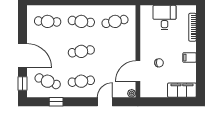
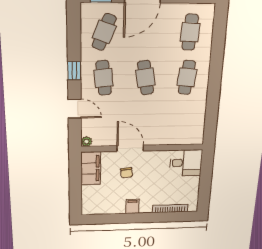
desk: (164, 17) -> (186, 163), moved
cafe table: (115, 21) -> (184, 120), removed
door: (138, 71) -> (130, 148), moved
filing cabinet: (182, 90) -> (91, 168), moved
window: (56, 102) -> (74, 71), moved

